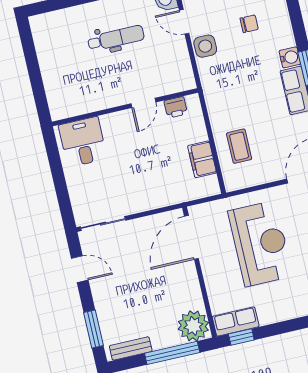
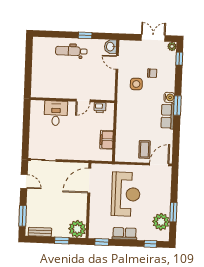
dental chair: (116, 38) -> (71, 51), moved, turned 180
side table: (205, 46) -> (136, 84), moved
desk: (83, 142) -> (56, 113), moved
coffee table: (239, 146) -> (145, 149), moved
row of seats: (236, 321) -> (124, 234), moved
window: (172, 353) -> (62, 240), width x0.46

